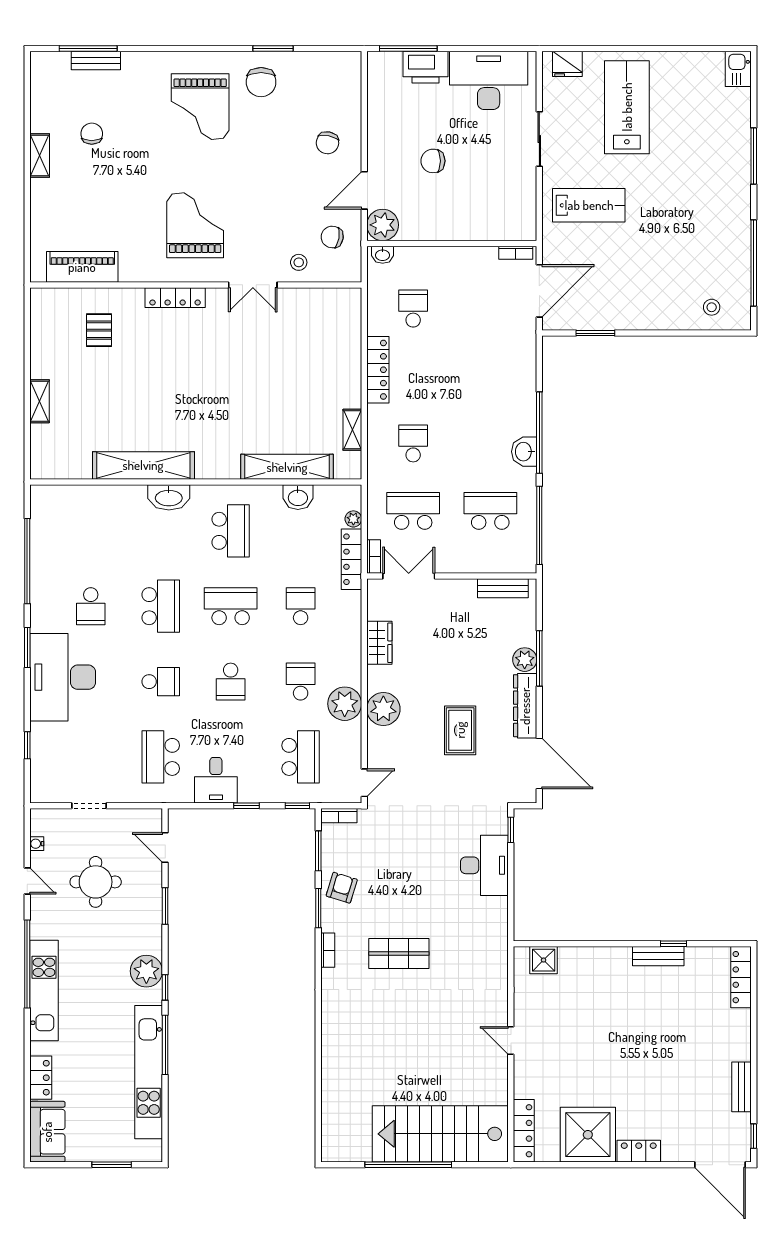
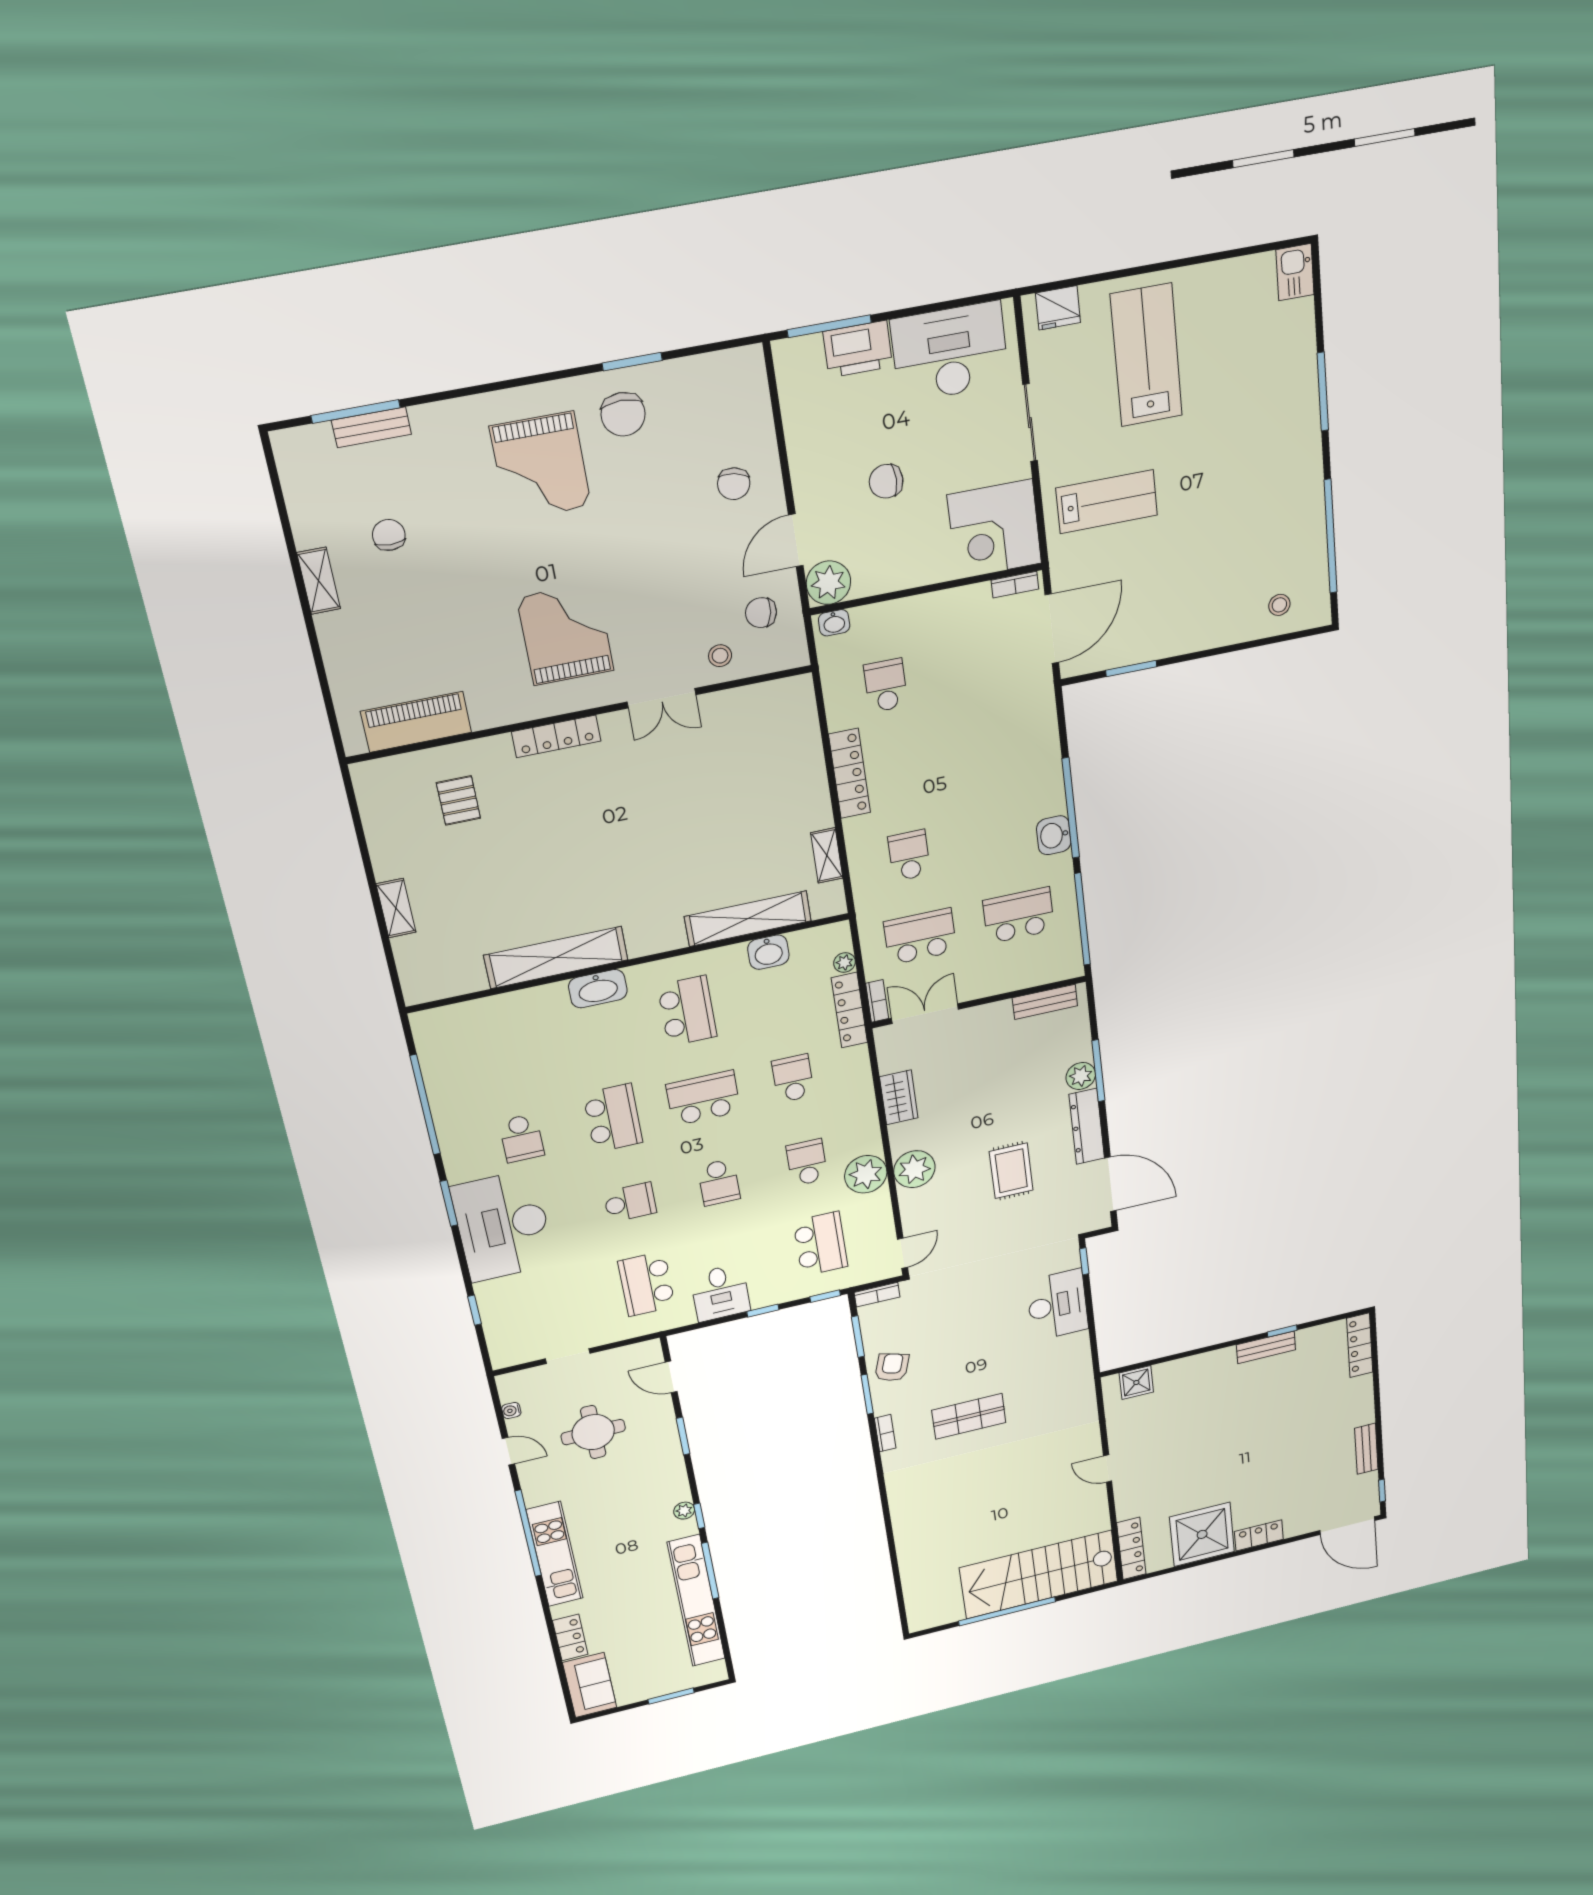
corner desk: (506, 210) -> (994, 529), added
plant: (146, 971) -> (684, 1511), width x0.53, depth x0.53

